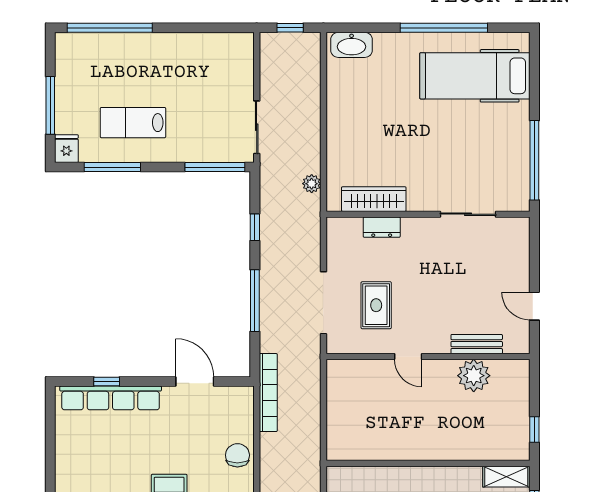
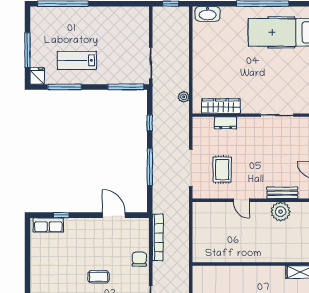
bookcase: (268, 393) -> (158, 238), moved
row of seats: (111, 398) -> (48, 225), width x0.50

